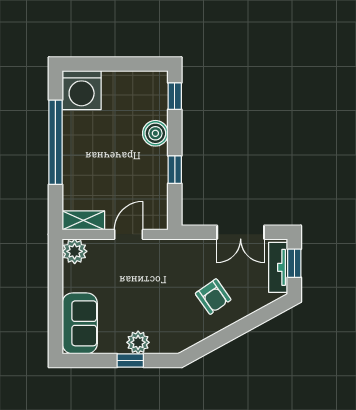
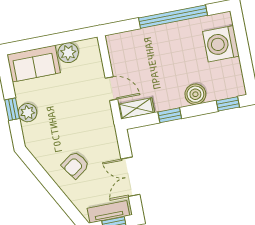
washing machine: (82, 90) -> (221, 44), moved
shelving: (83, 220) -> (136, 108), moved, turned 90
plant: (75, 251) -> (68, 53), moved

